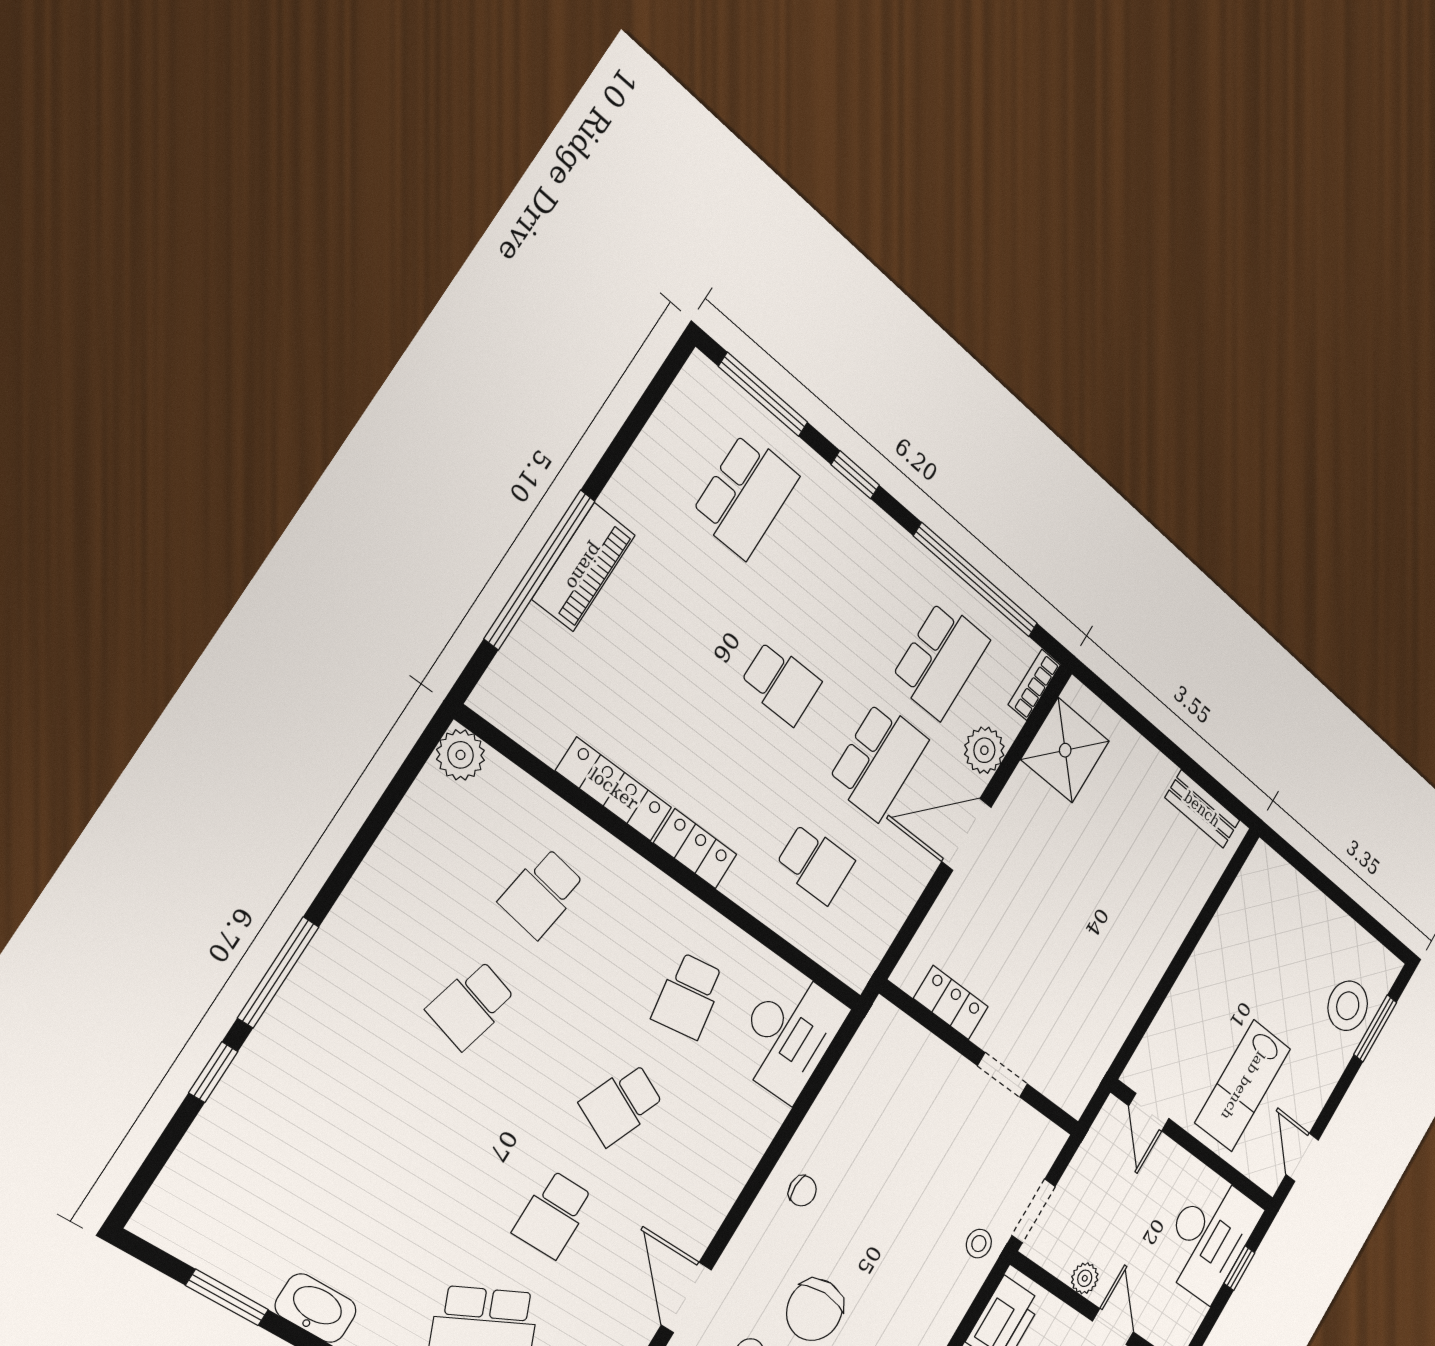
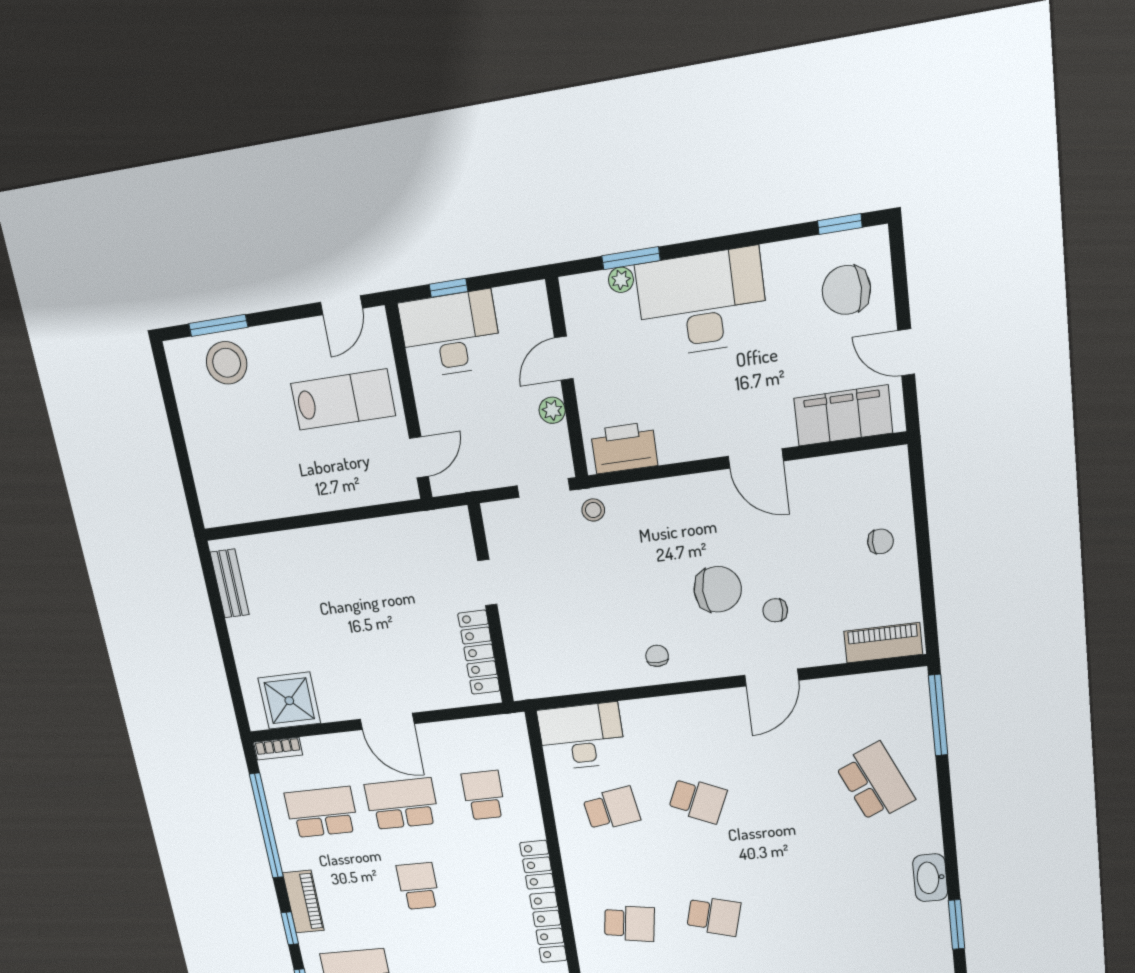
piano: (870, 527) -> (303, 902), added
plant: (984, 750) -> (337, 749), removed
locker: (951, 1003) -> (479, 652), width x1.53
school desk: (553, 1215) -> (786, 791), removed

